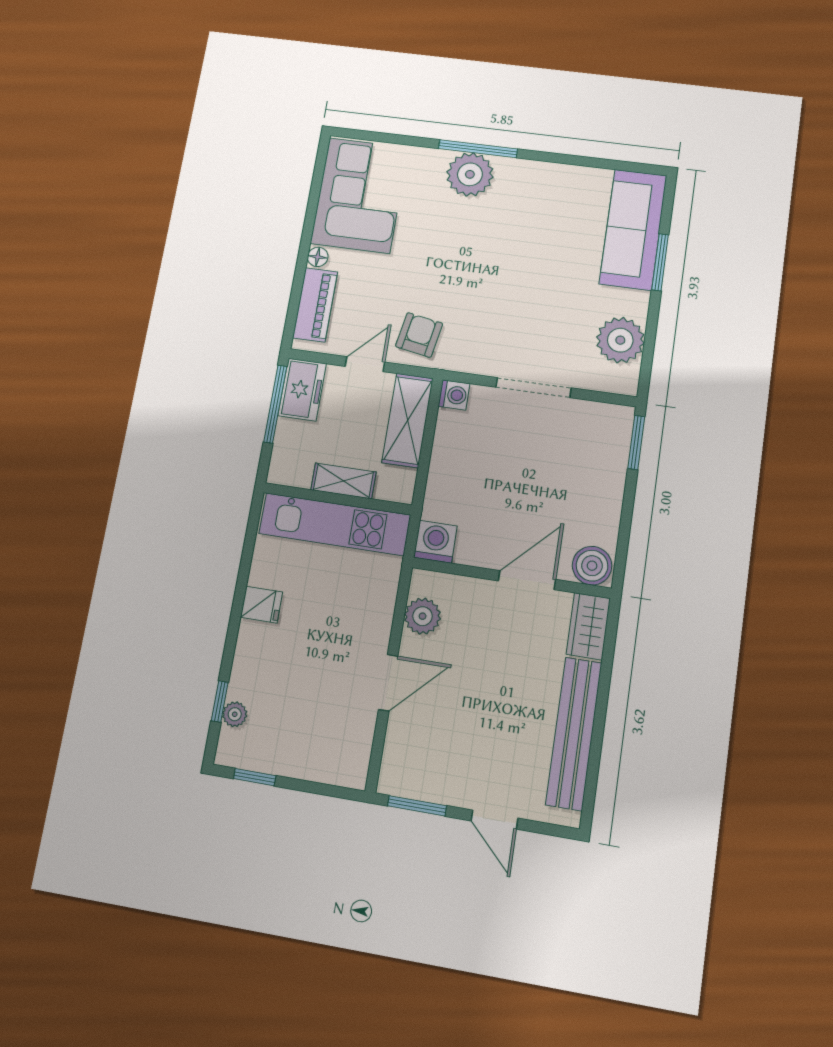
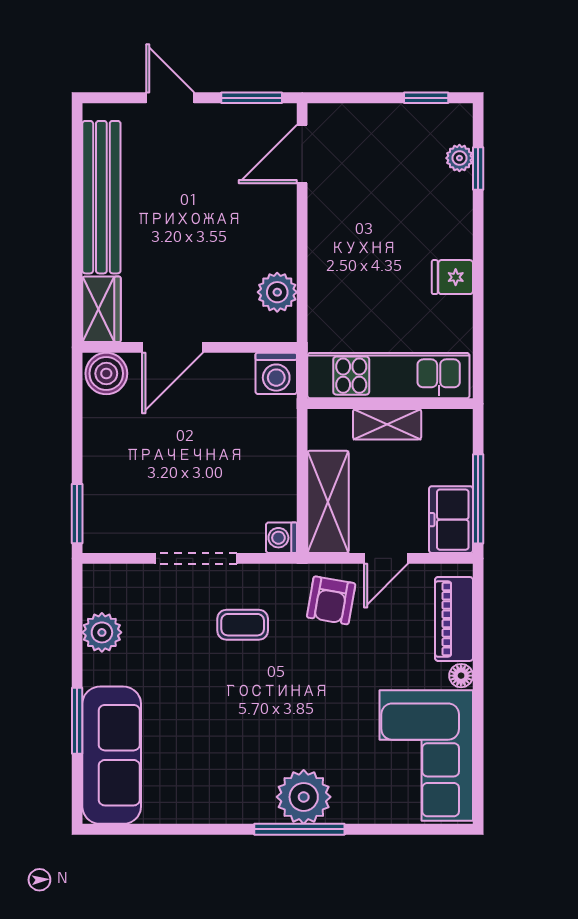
coffee table: (500, 325) -> (243, 625), added
plant: (620, 340) -> (102, 632), width x0.73, depth x0.73
door: (388, 683) -> (302, 154), moved

